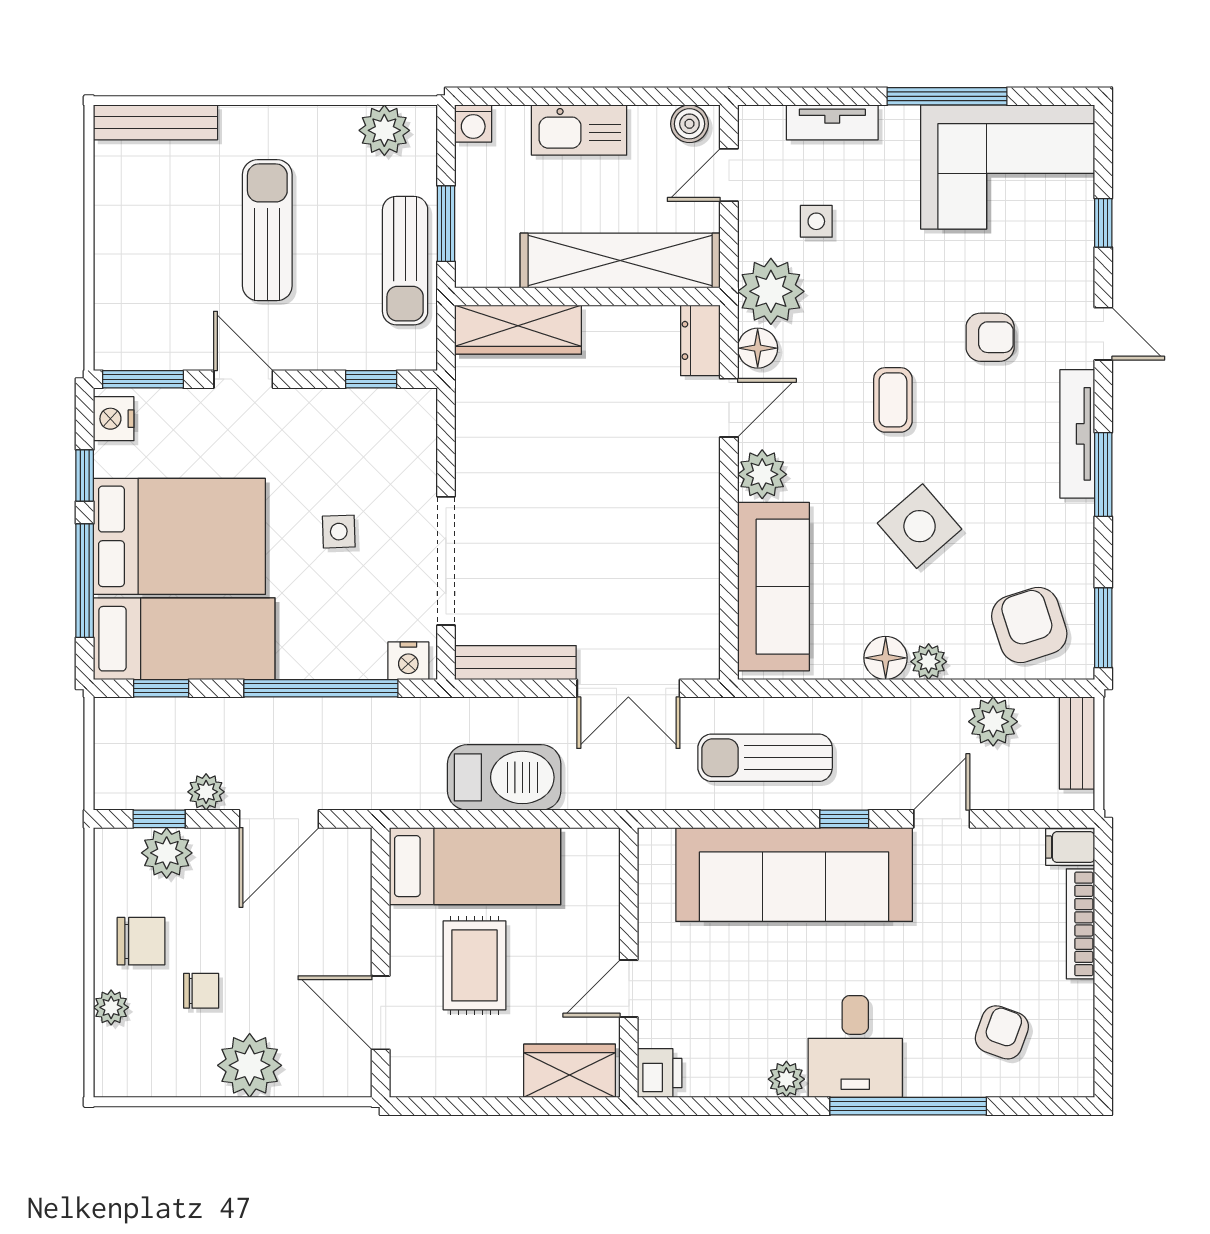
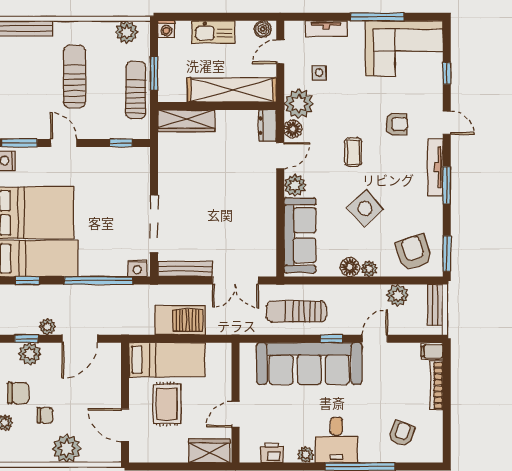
sun lounger: (405, 261) -> (136, 90), turned 180
side table: (339, 532) -> (106, 211), removed
printer: (660, 1073) -> (272, 453), moved, turned -90

